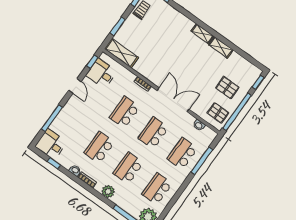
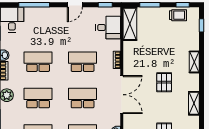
shelving: (202, 34) -> (194, 62), moved
pallet: (187, 59) -> (164, 82), added
desk: (101, 73) -> (108, 28), moved, turned 90

